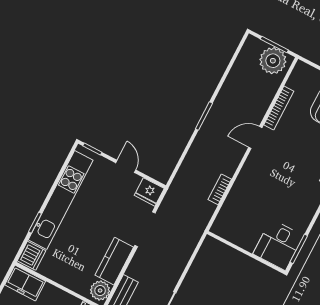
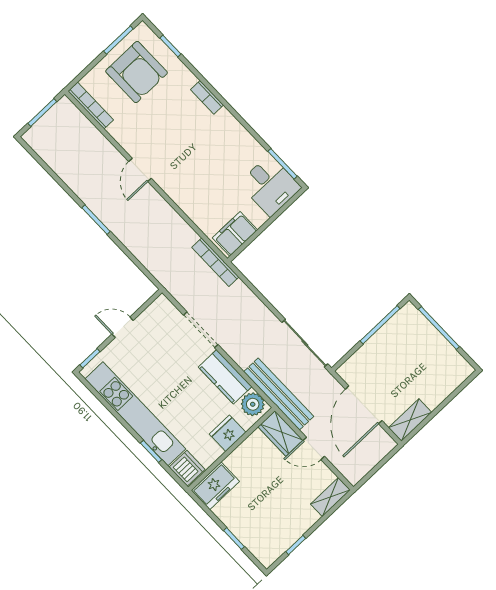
plant: (273, 61) -> (60, 120), removed
bookcase: (279, 108) -> (91, 105), moved
bookcase: (220, 189) -> (215, 262), moved, width x1.56
fridge: (149, 192) -> (228, 433), moved, turned 180
filing cabinet: (230, 230) -> (235, 234), added

